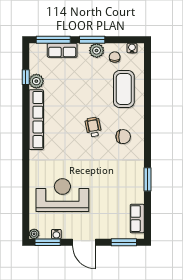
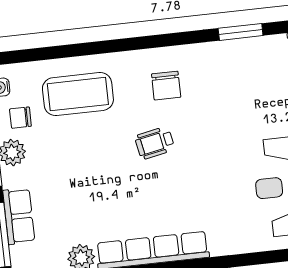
chair: (123, 137) -> (166, 86), turned 180

